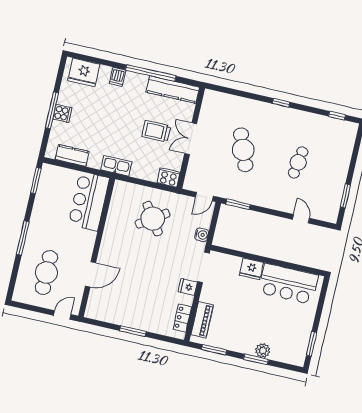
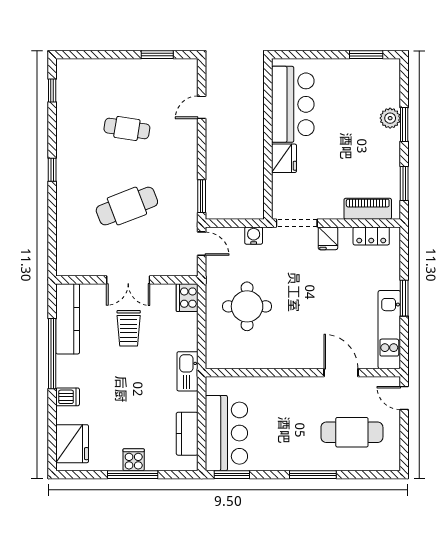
bar counter: (89, 201) -> (226, 433), moved, turned -90
round table: (153, 219) -> (247, 306), turned 34
kitchen unit: (113, 316) -> (389, 330), added

